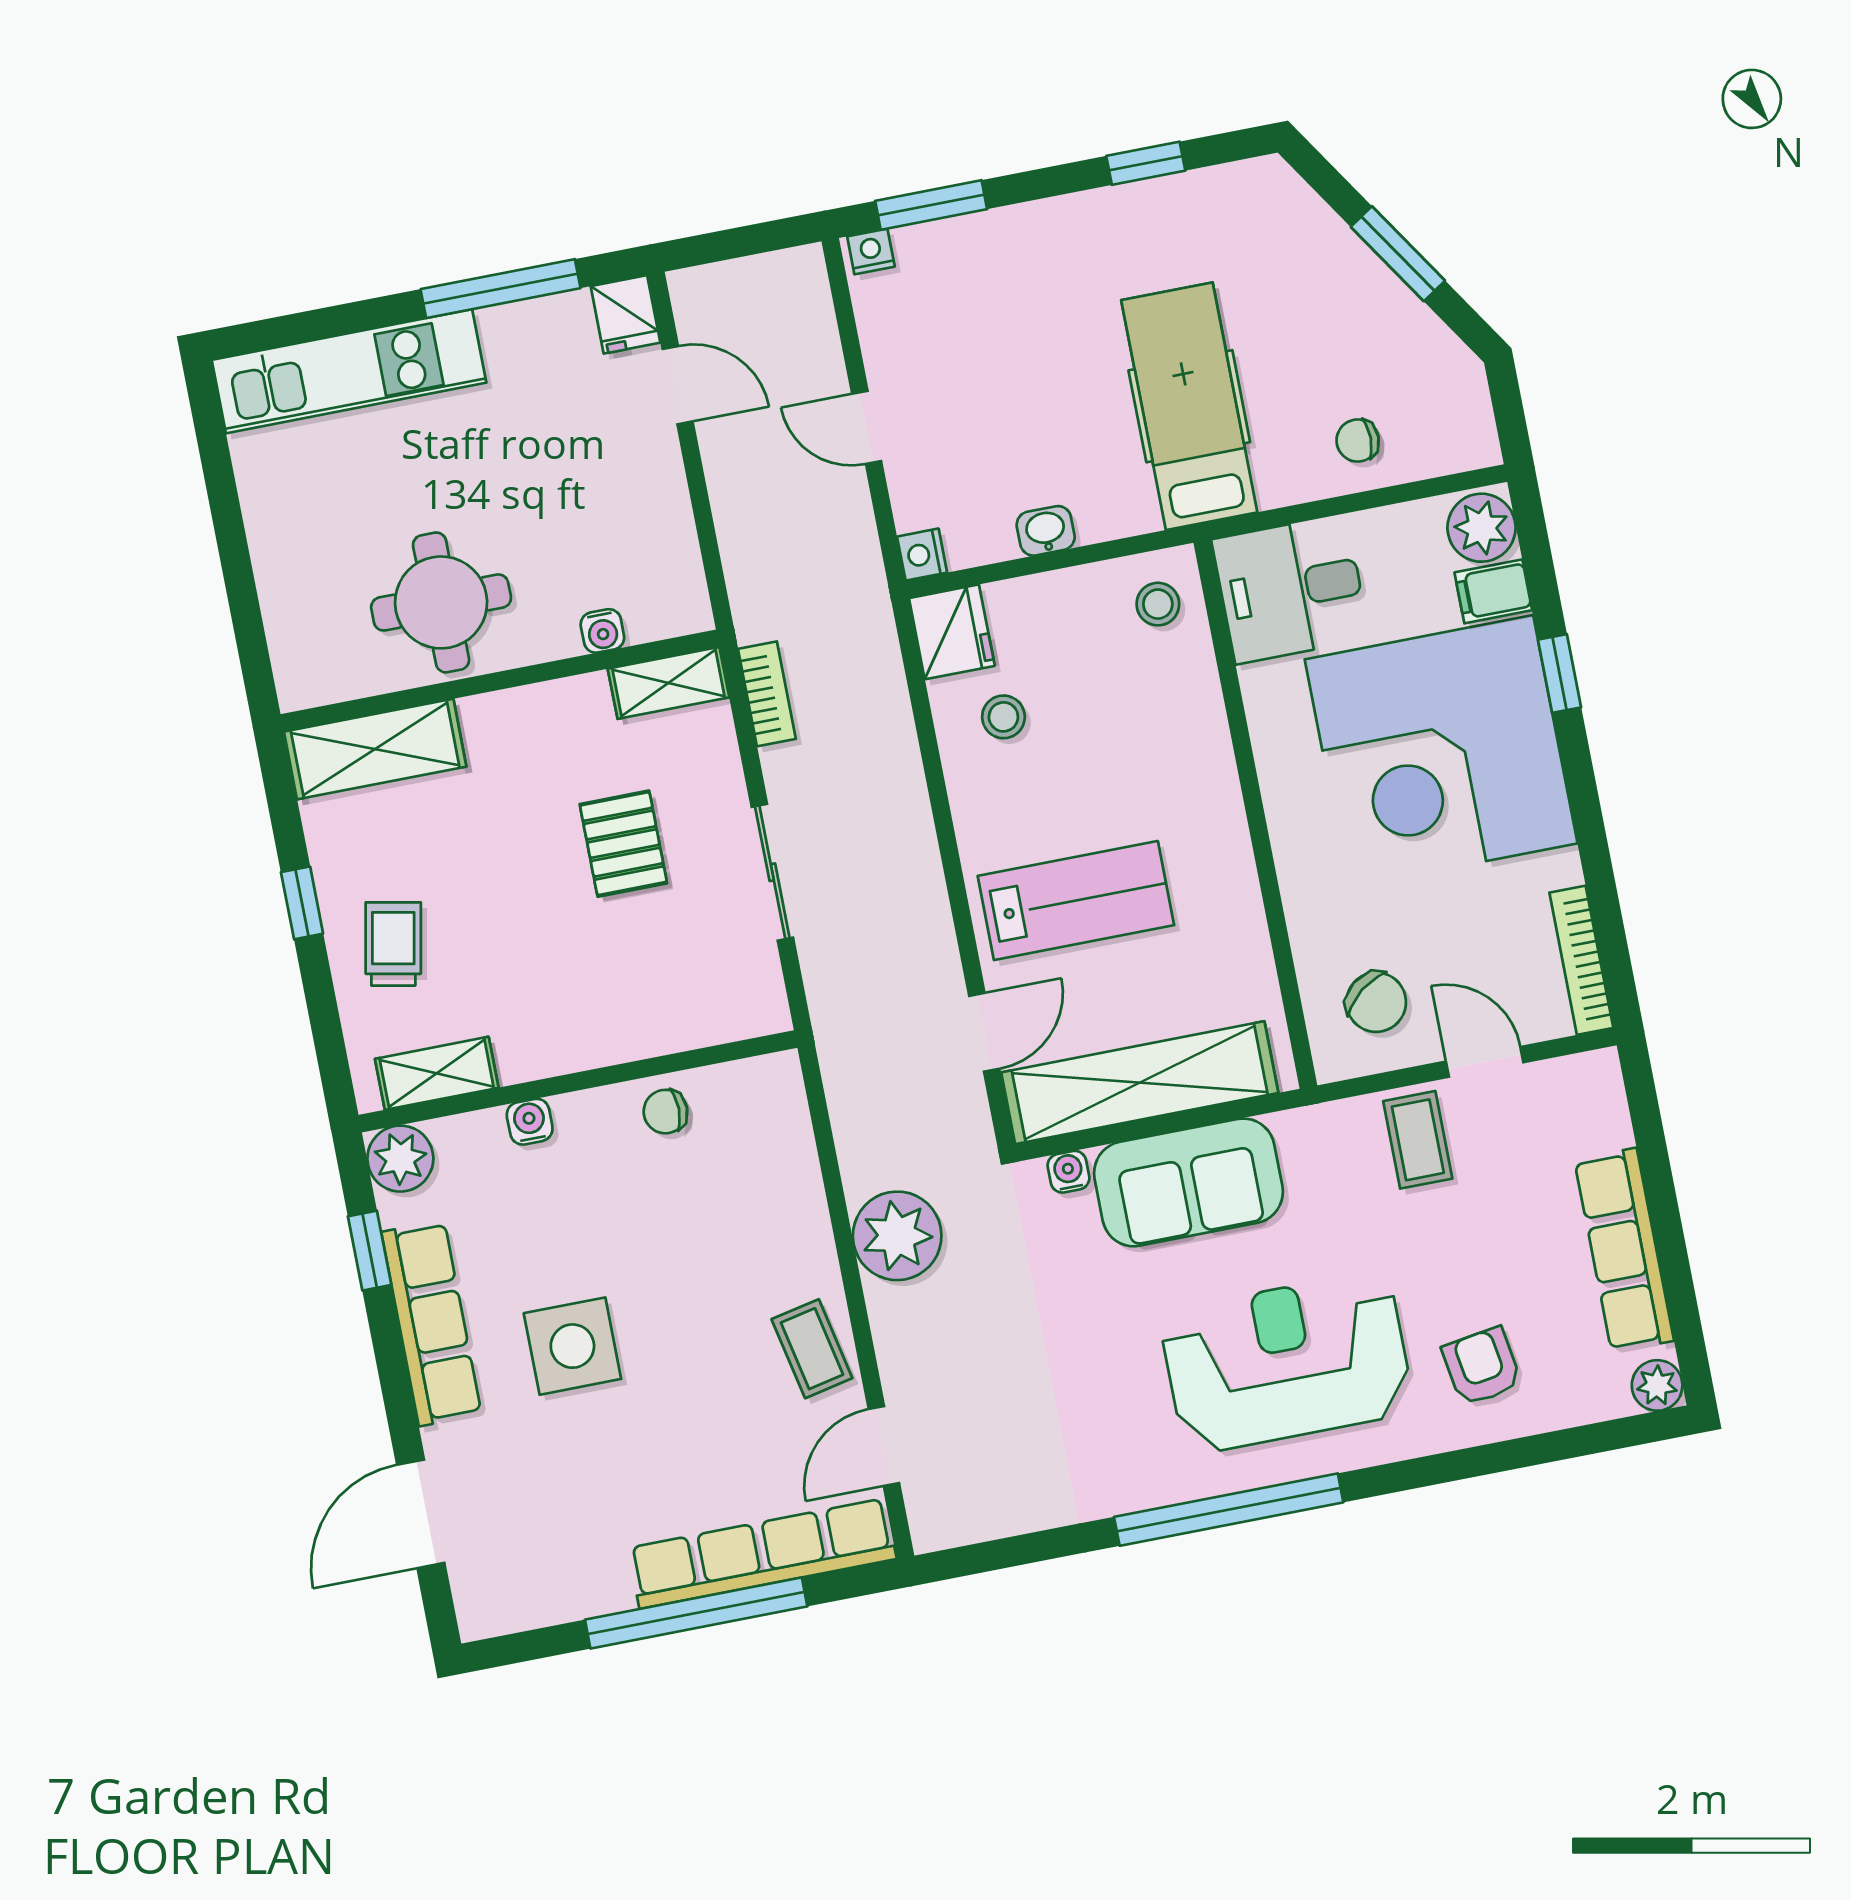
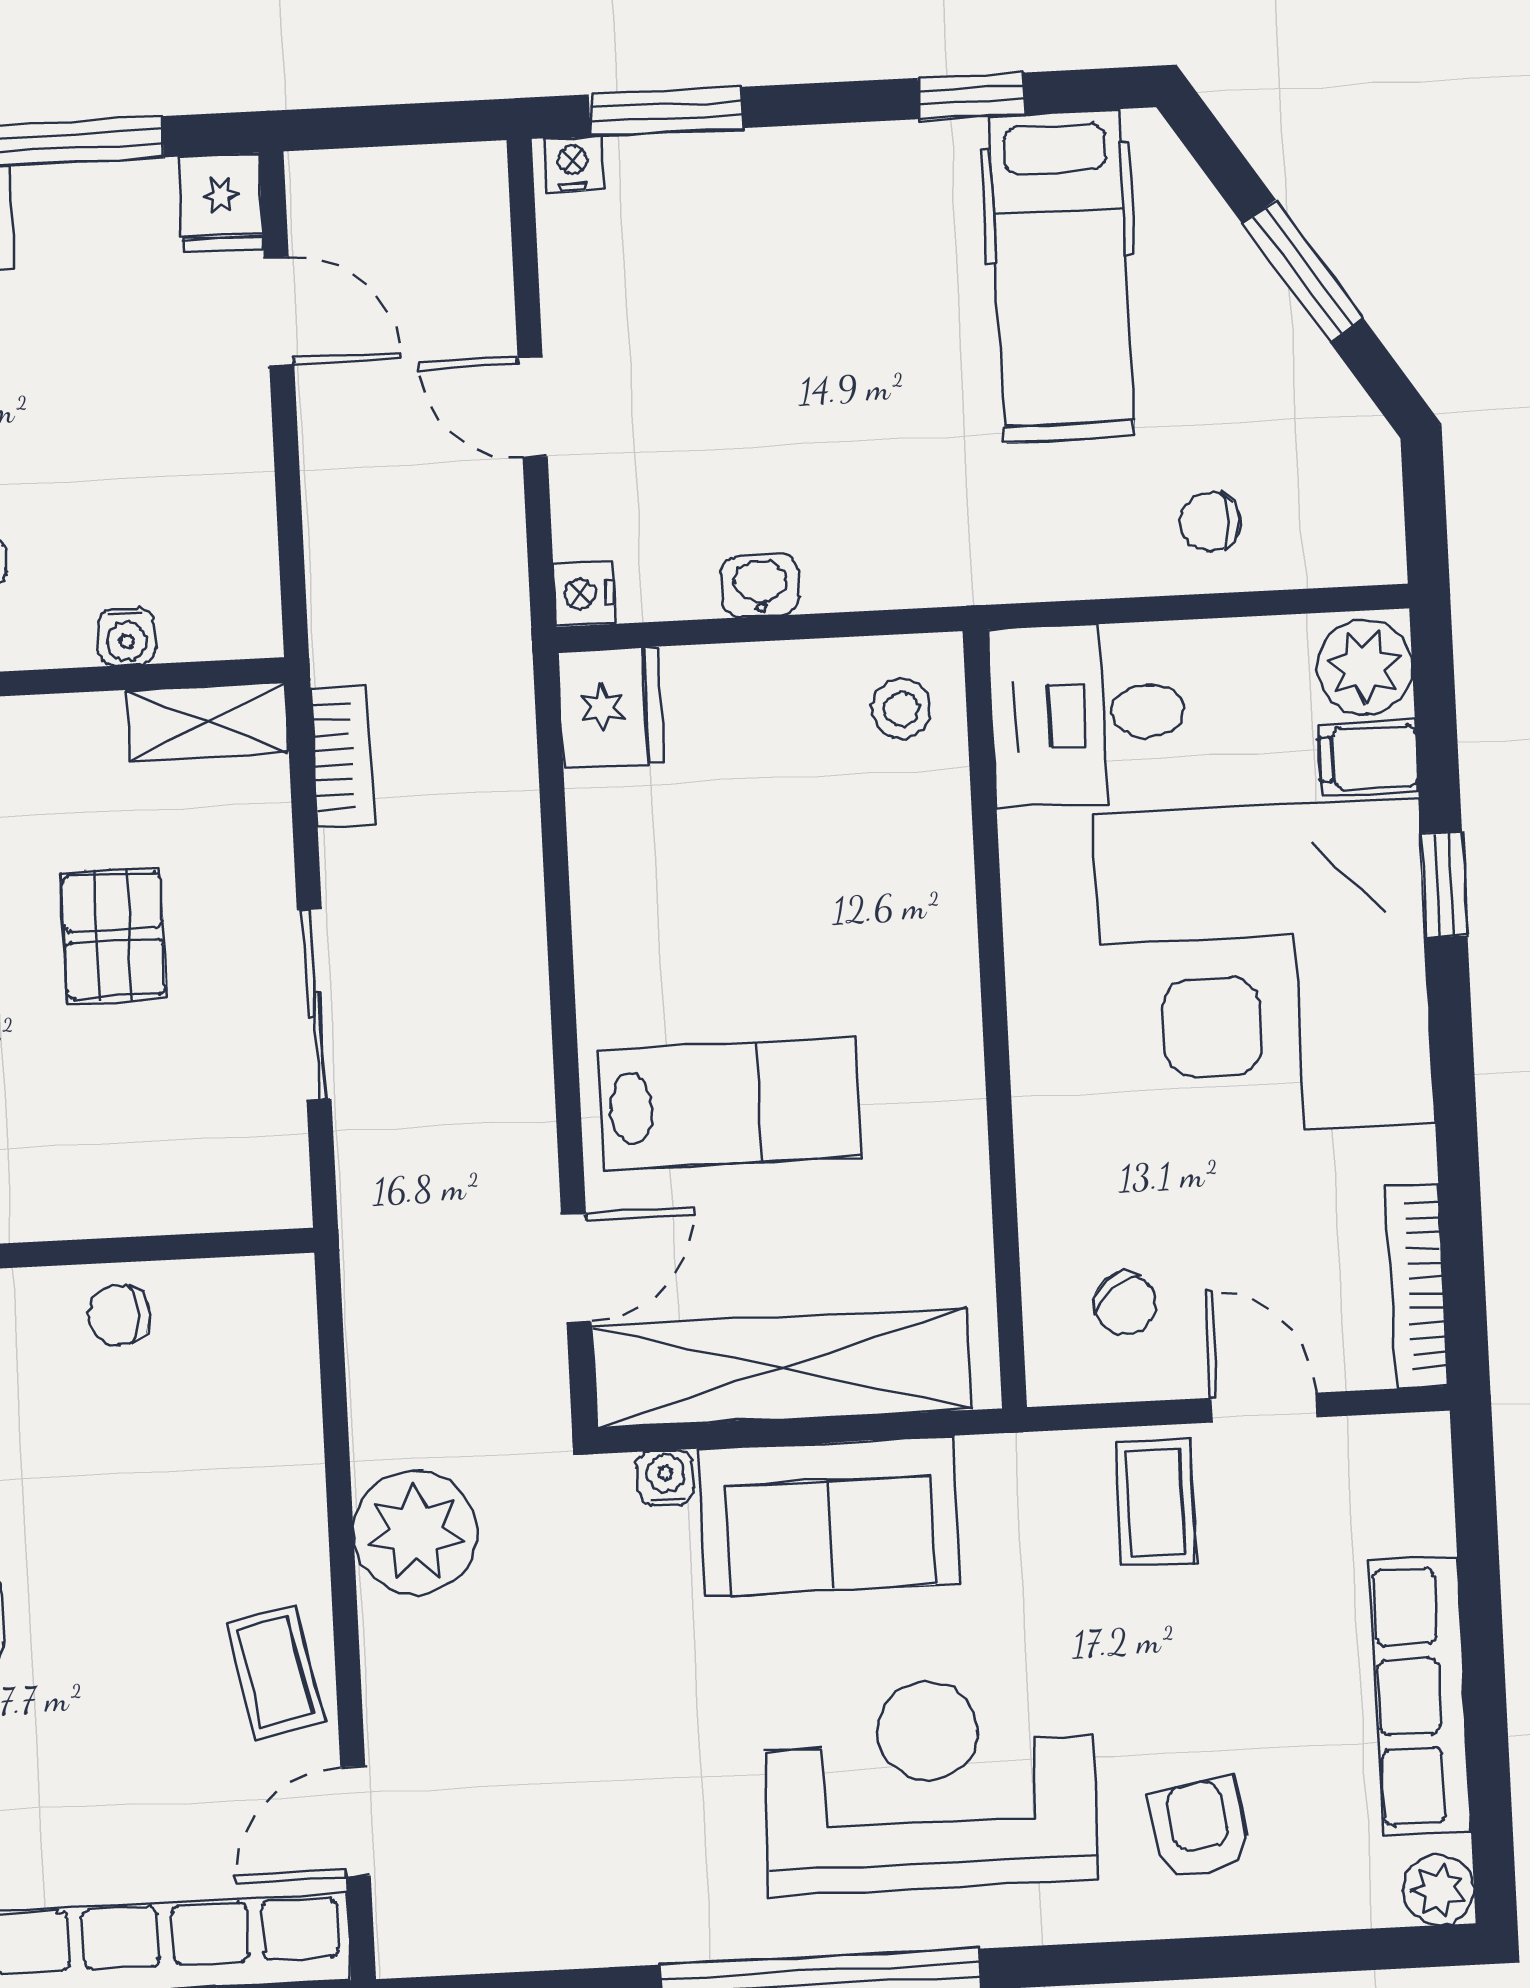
hospital bed: (1189, 406) -> (1061, 276), moved, turned 180
stool: (1003, 717) -> (665, 835), removed
chair: (1376, 1002) -> (1125, 1303), width x0.73, depth x0.73

